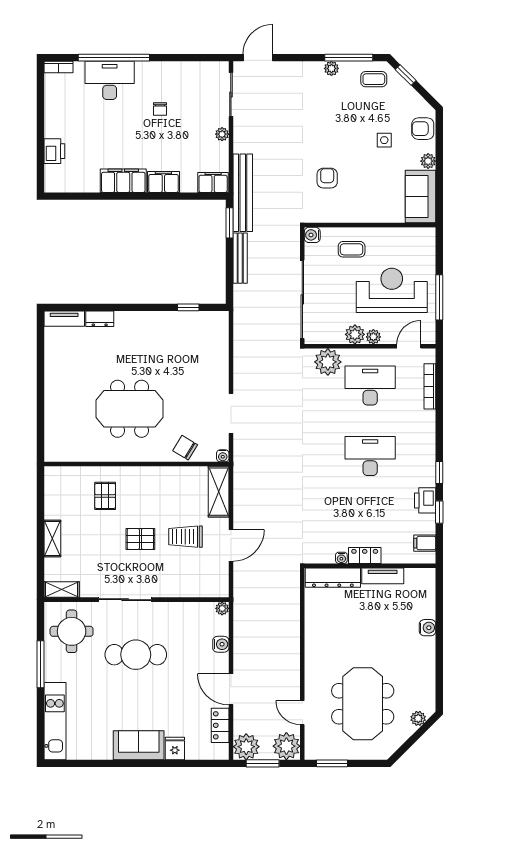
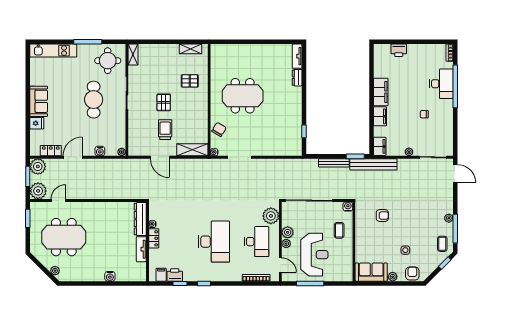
meeting table: (130, 409) -> (243, 96), turned 90
desk: (370, 456) -> (214, 242), width x1.36, depth x1.30
printer: (425, 500) -> (175, 275), moved
shelving: (52, 539) -> (190, 49), moved

